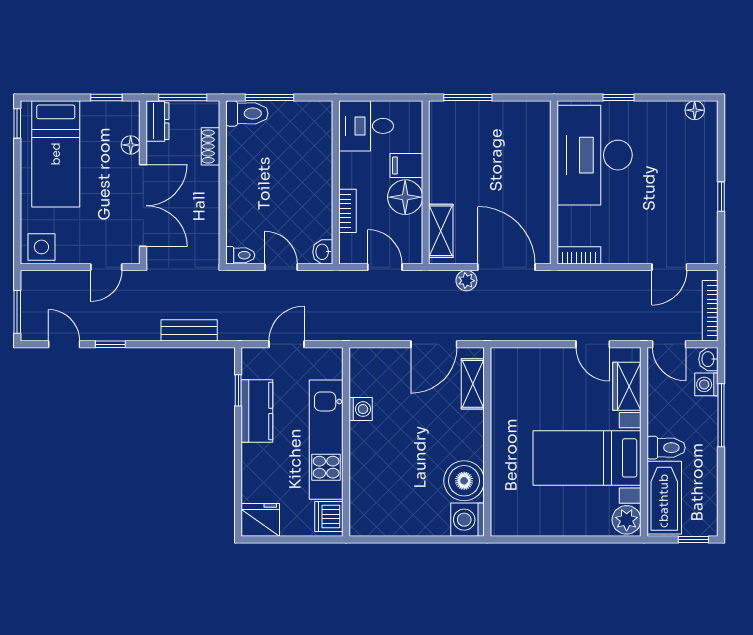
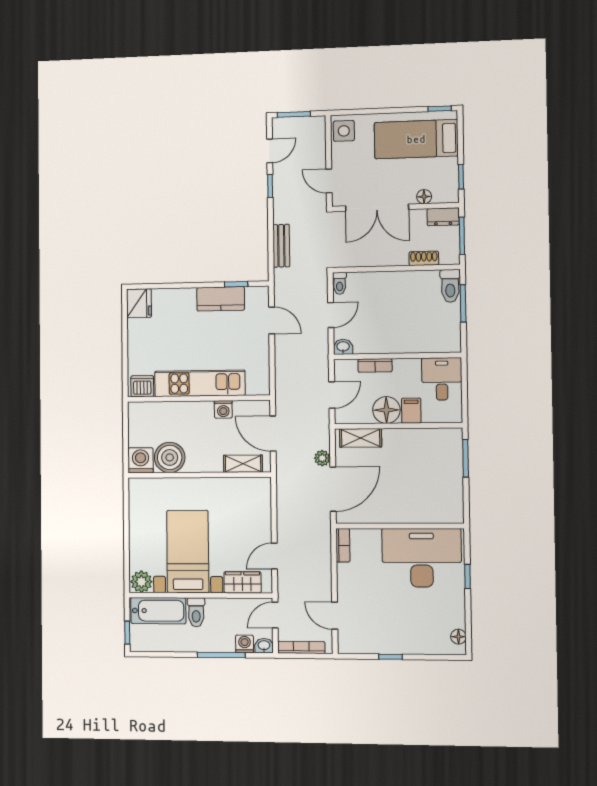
washing machine: (361, 409) -> (223, 409), moved
kitchen unit: (326, 440) -> (200, 383), moved
wall: (346, 442) -> (198, 398), moved
dishwasher: (329, 516) -> (142, 386), moved

